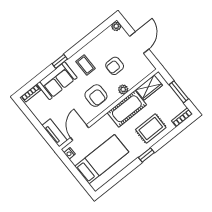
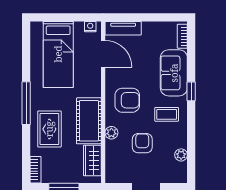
plant: (116, 26) -> (181, 155), moved
armchair: (96, 96) -> (127, 100), turned 180
window: (146, 155) -> (26, 103), width x2.17

